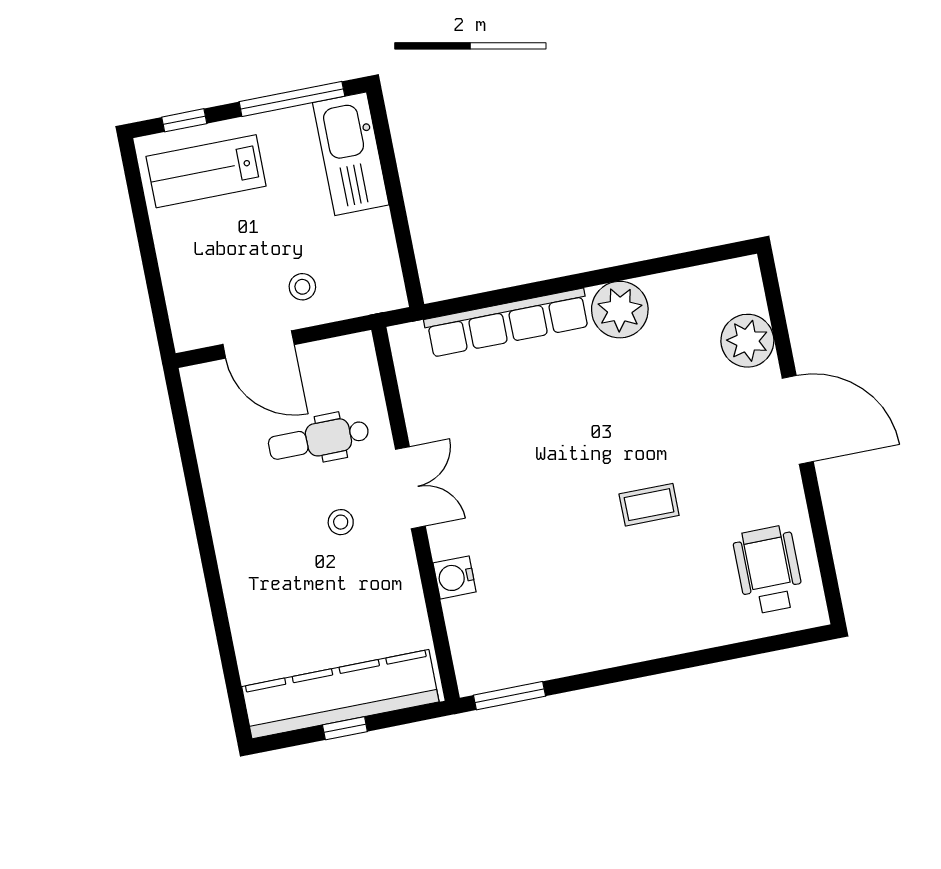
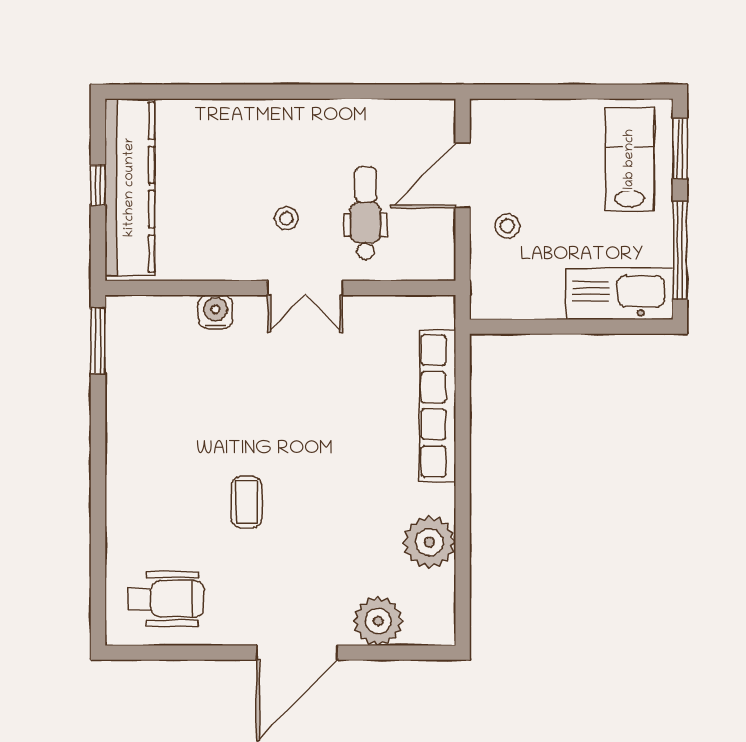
window: (184, 120) -> (680, 148), width x1.50
plant: (620, 310) -> (429, 542), moved

